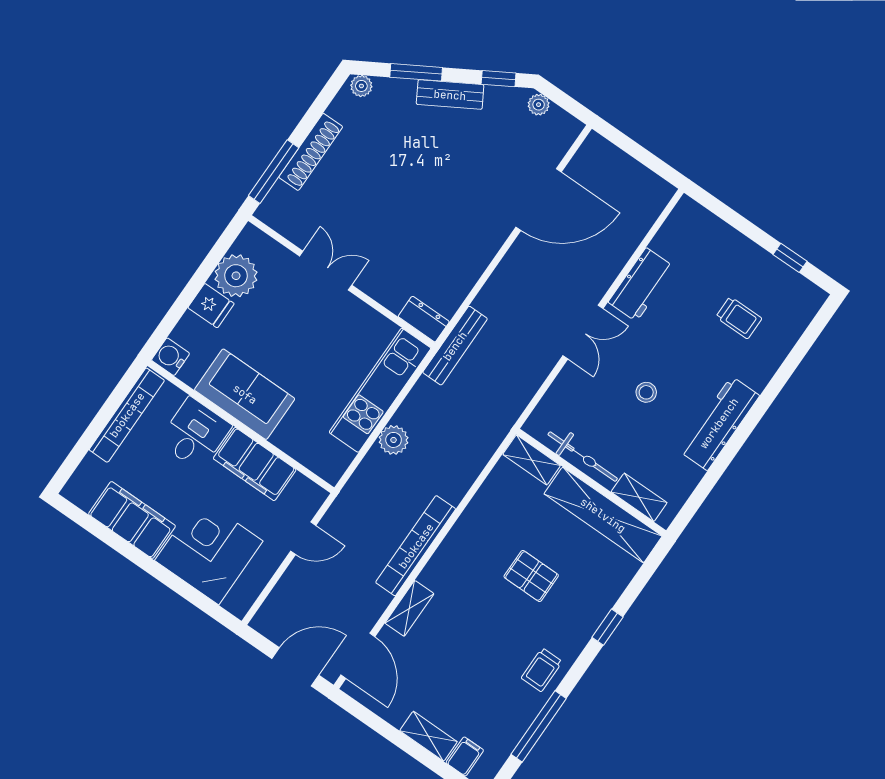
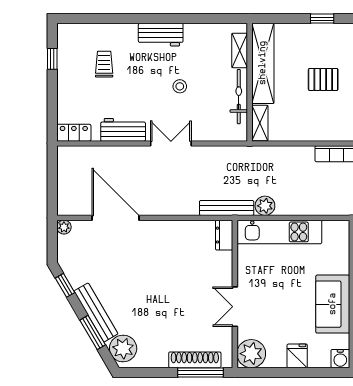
plant: (361, 86) -> (123, 348), width x1.87, depth x1.87
bench: (450, 95) -> (96, 312), width x1.36
plant: (539, 105) -> (64, 227), moved
shoe rack: (311, 152) -> (195, 360), moved
locker: (680, 221) -> (74, 133), added
plant: (236, 276) -> (251, 354), moved
workbench: (719, 423) -> (161, 35), width x0.73
plant: (394, 440) -> (265, 206), moved
pallet: (531, 576) -> (323, 79), turned 90

